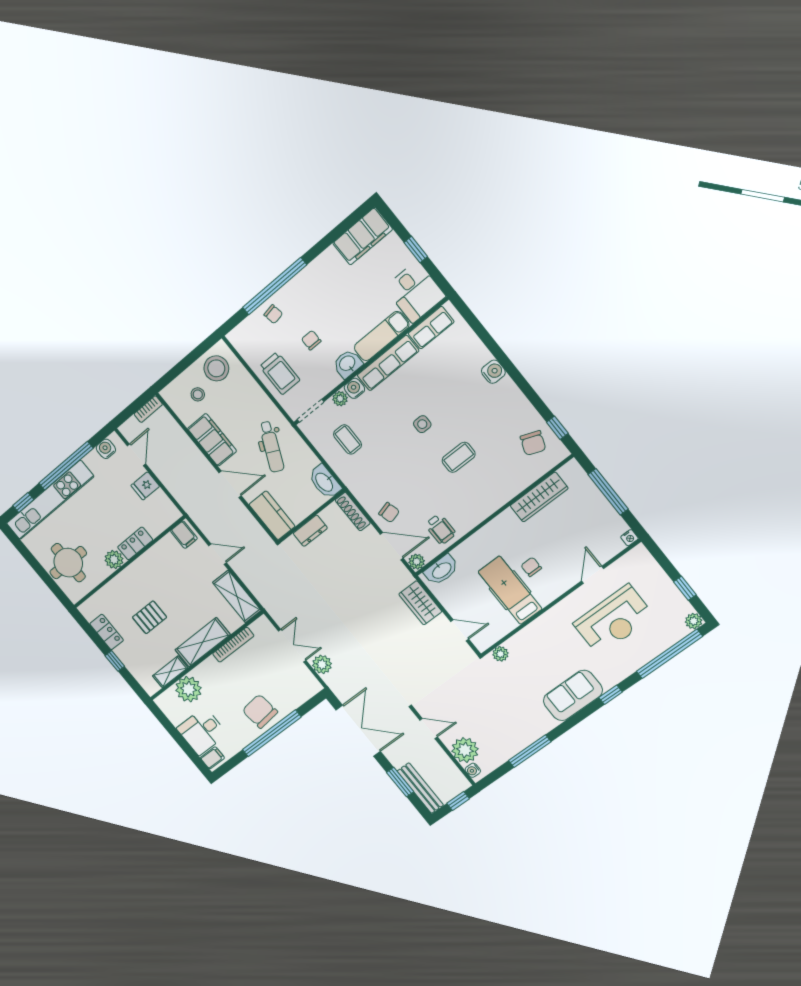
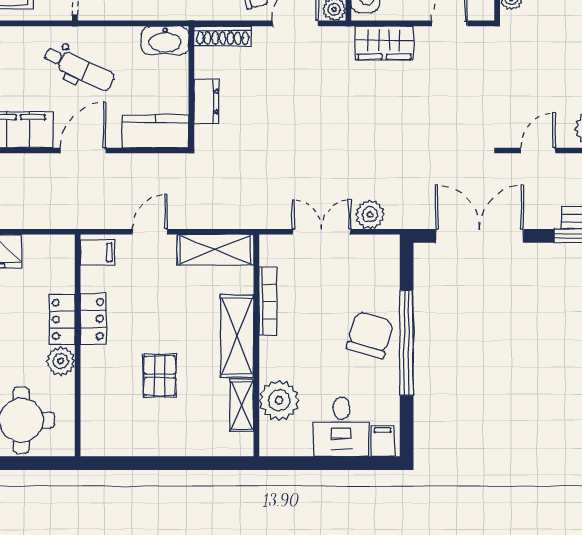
locker: (107, 632) -> (93, 319), moved, turned 90
window: (115, 661) -> (178, 463), removed
chair: (260, 711) -> (370, 335), turned 113

